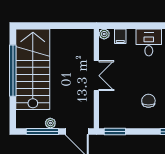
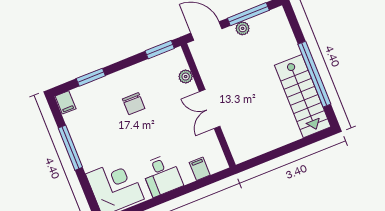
plant: (104, 34) -> (186, 77), moved
stairs: (33, 69) -> (303, 96), width x0.73, depth x0.66

